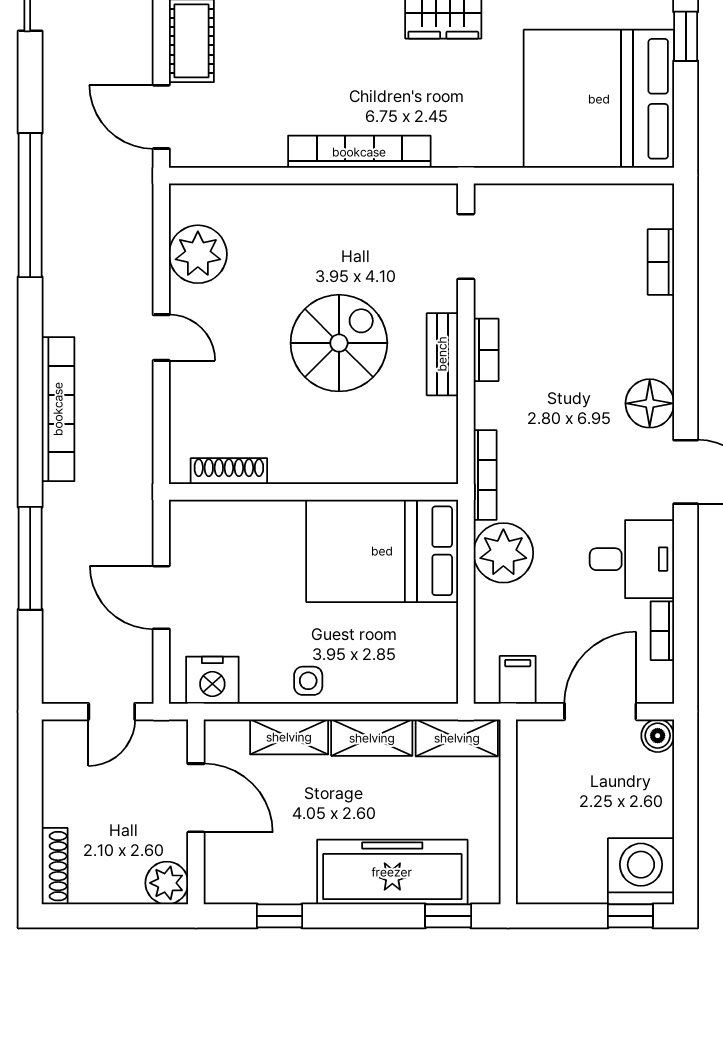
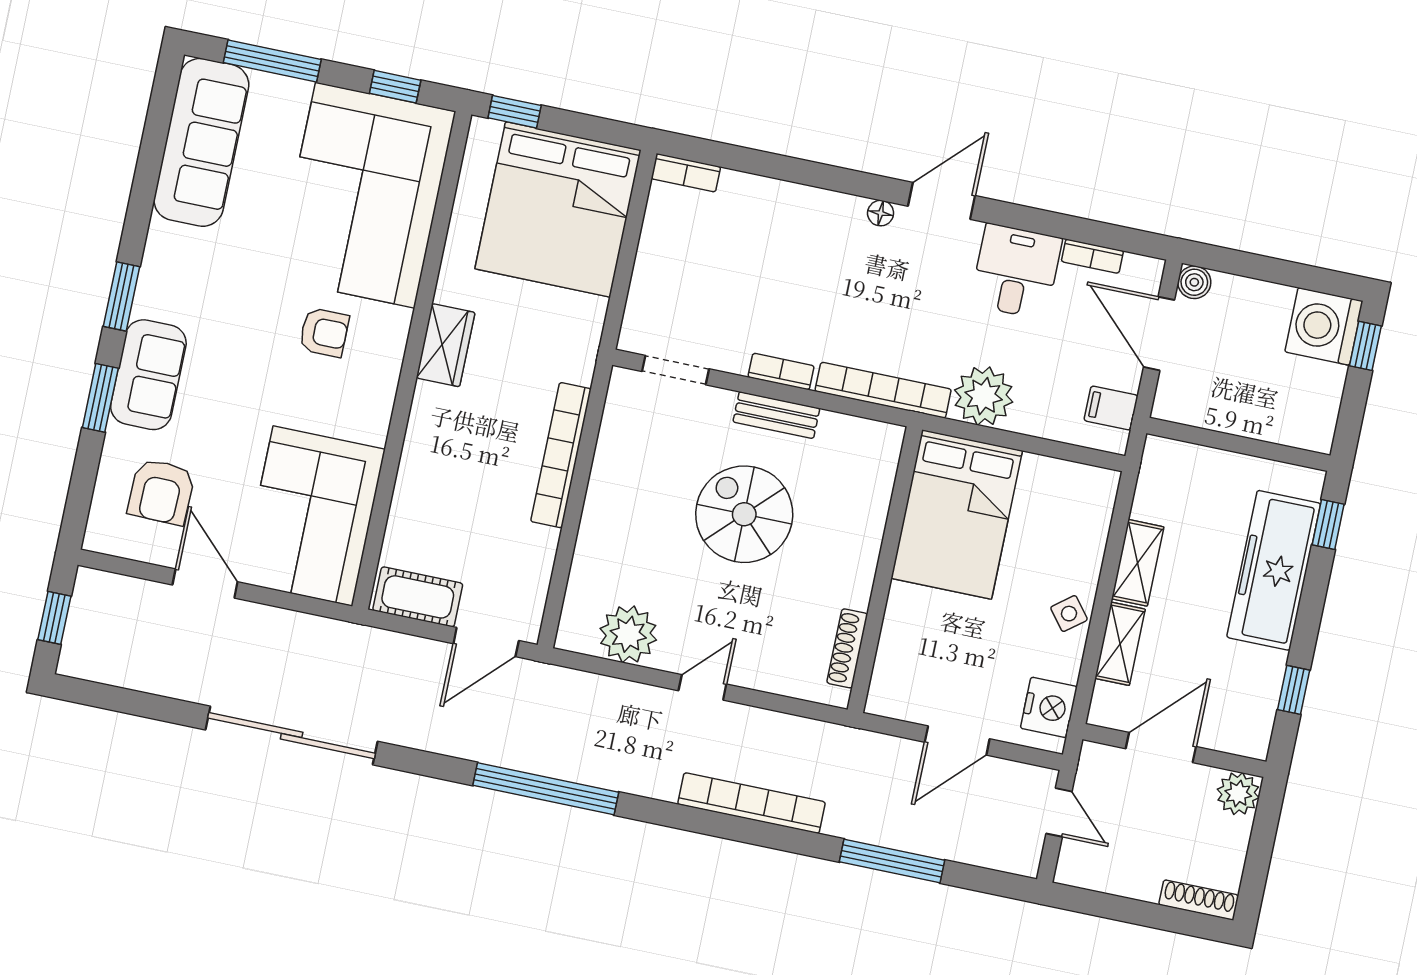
bookcase: (661, 262) -> (686, 173), moved
floor lamp: (650, 403) -> (881, 213), width x0.53, depth x0.53
bookcase: (485, 475) -> (883, 390), width x1.48, depth x1.31
side table: (308, 681) -> (1069, 614), turned -38
shelving: (457, 738) -> (1155, 480), removed

